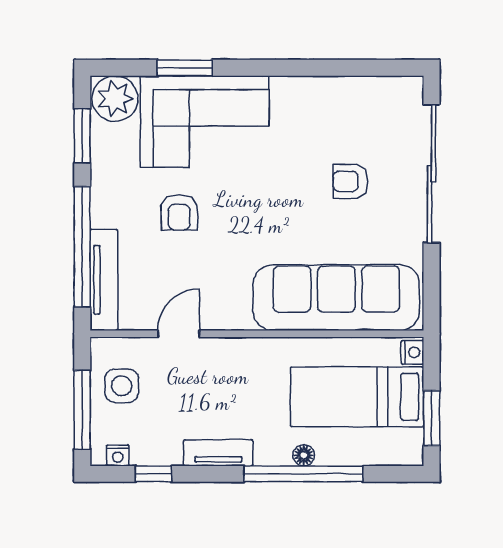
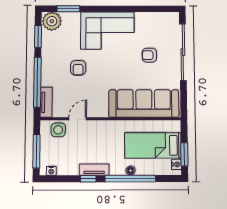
window: (185, 68) -> (68, 9), moved
corner sofa: (205, 122) -> (107, 31), moved
tv unit: (104, 280) -> (46, 102), width x0.71
nightstand: (412, 352) -> (176, 164), moved
side table: (122, 386) -> (58, 130), moved
window: (153, 474) -> (88, 179), moved

